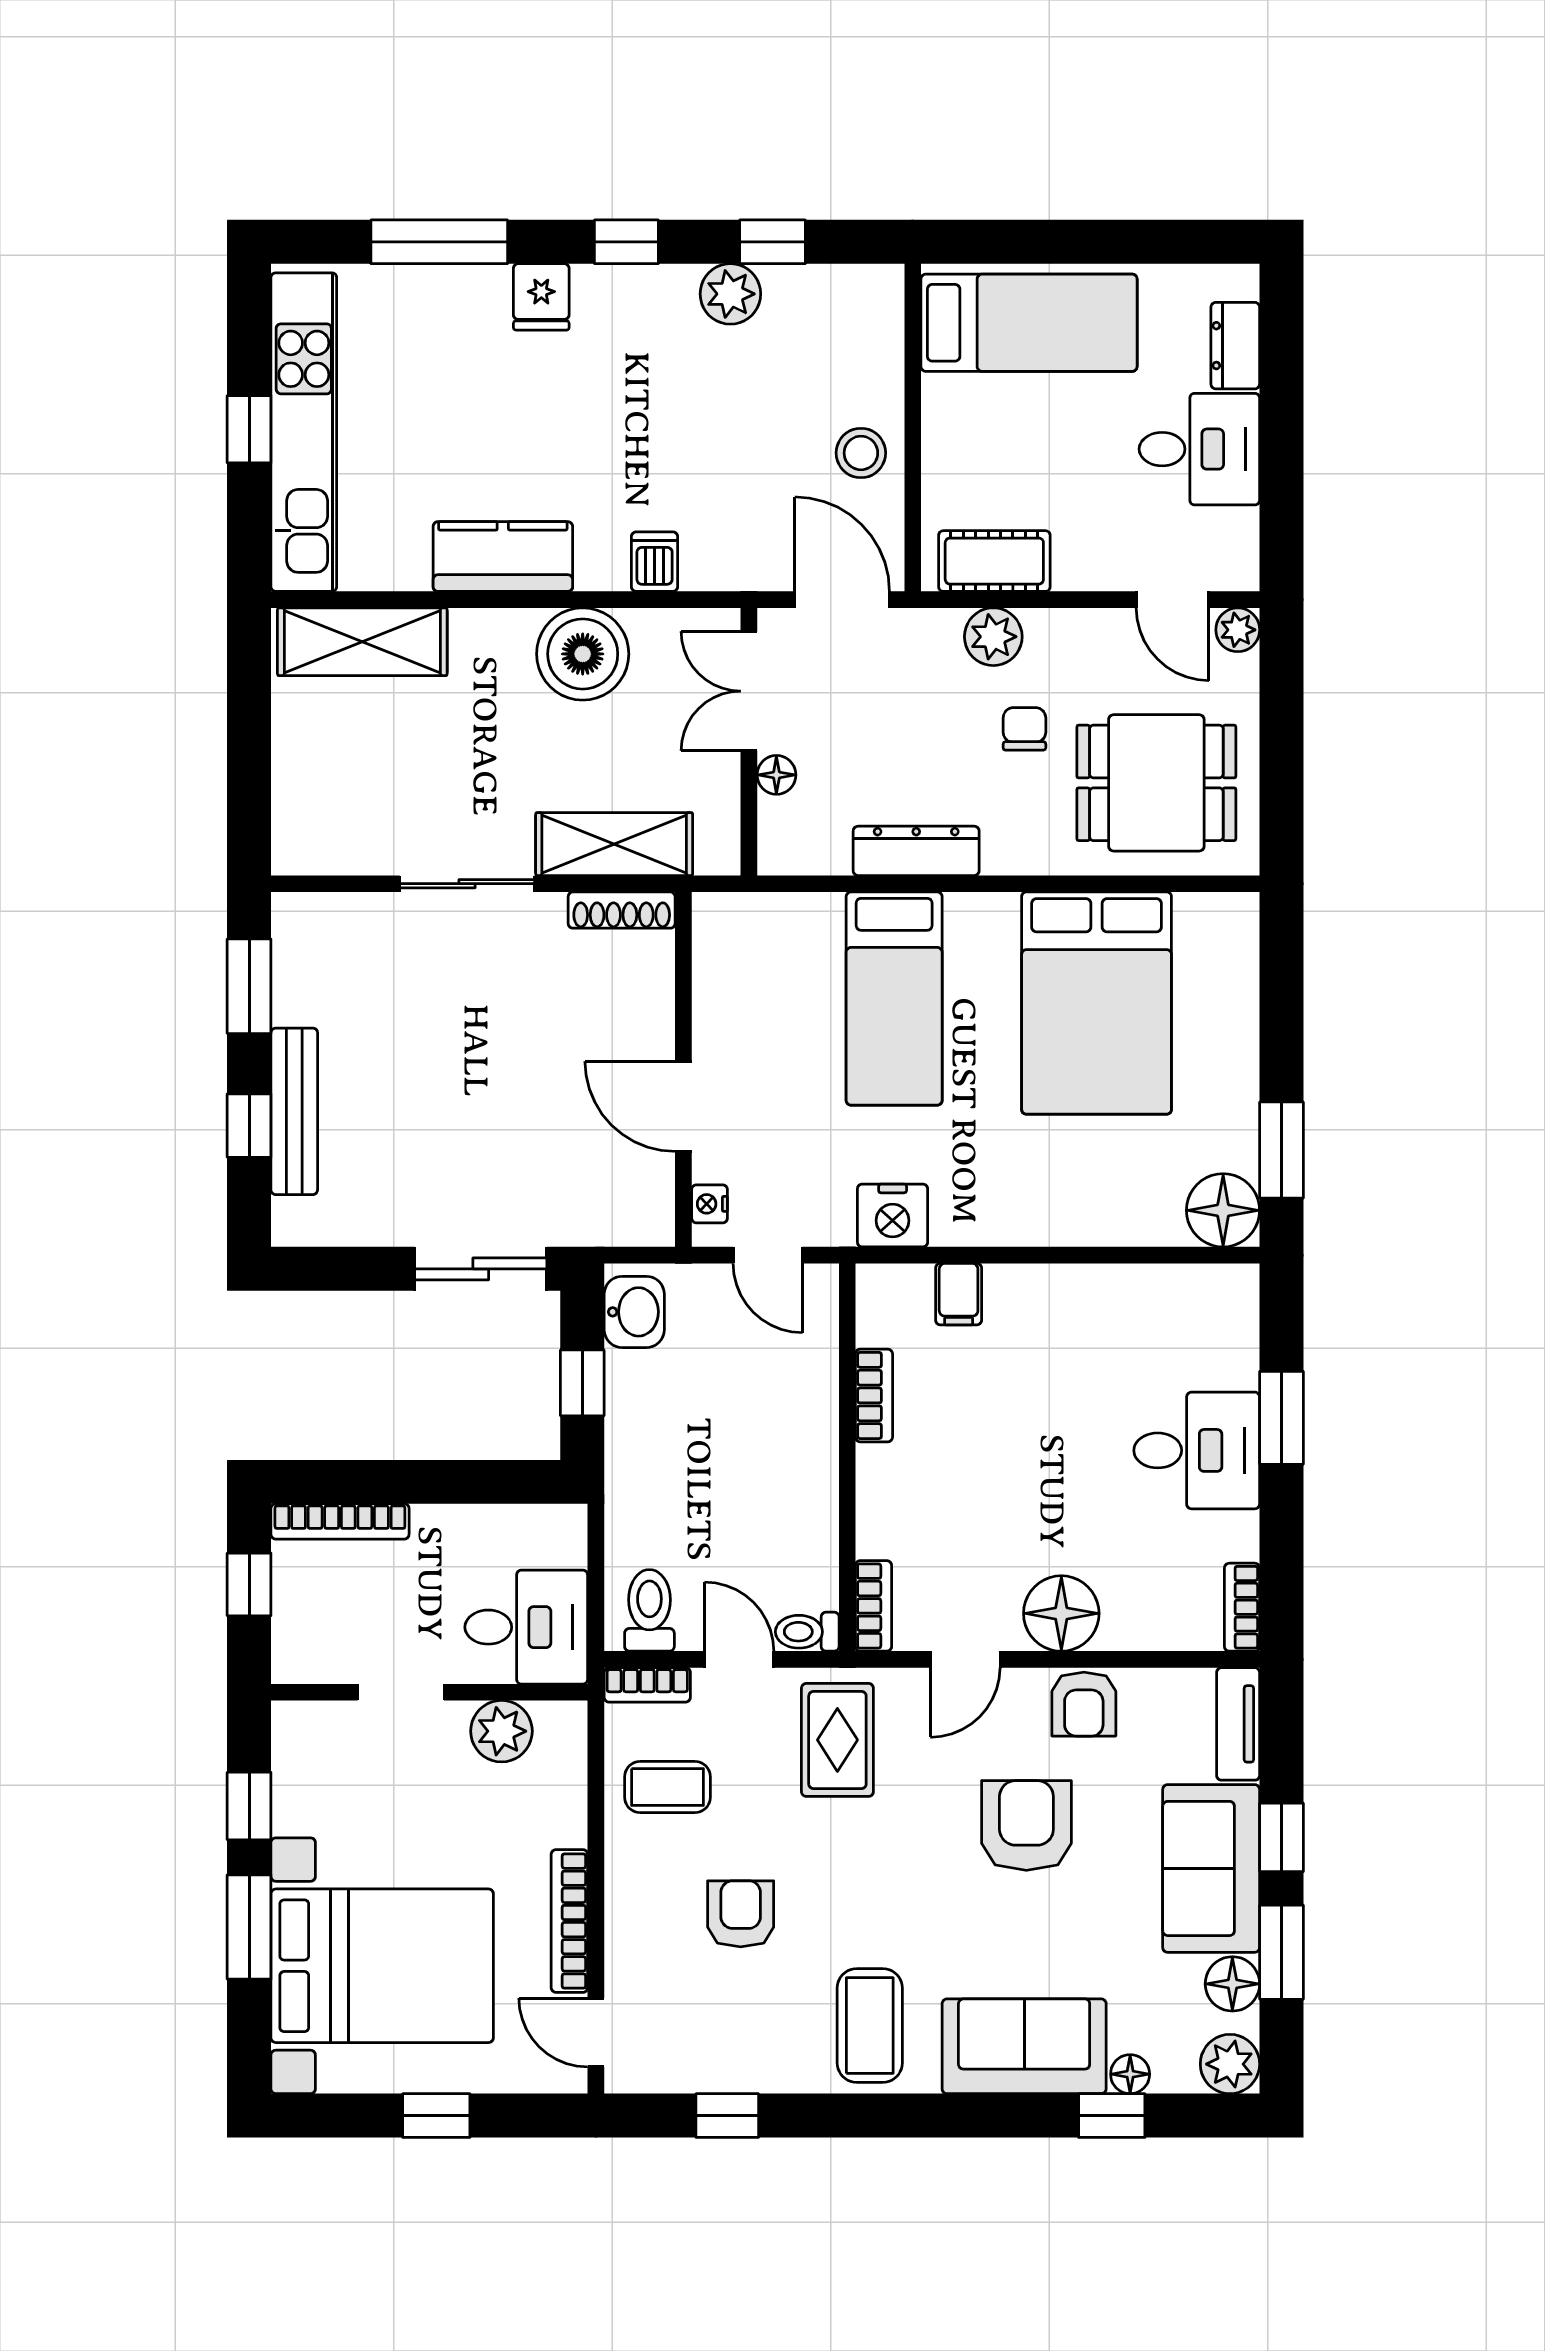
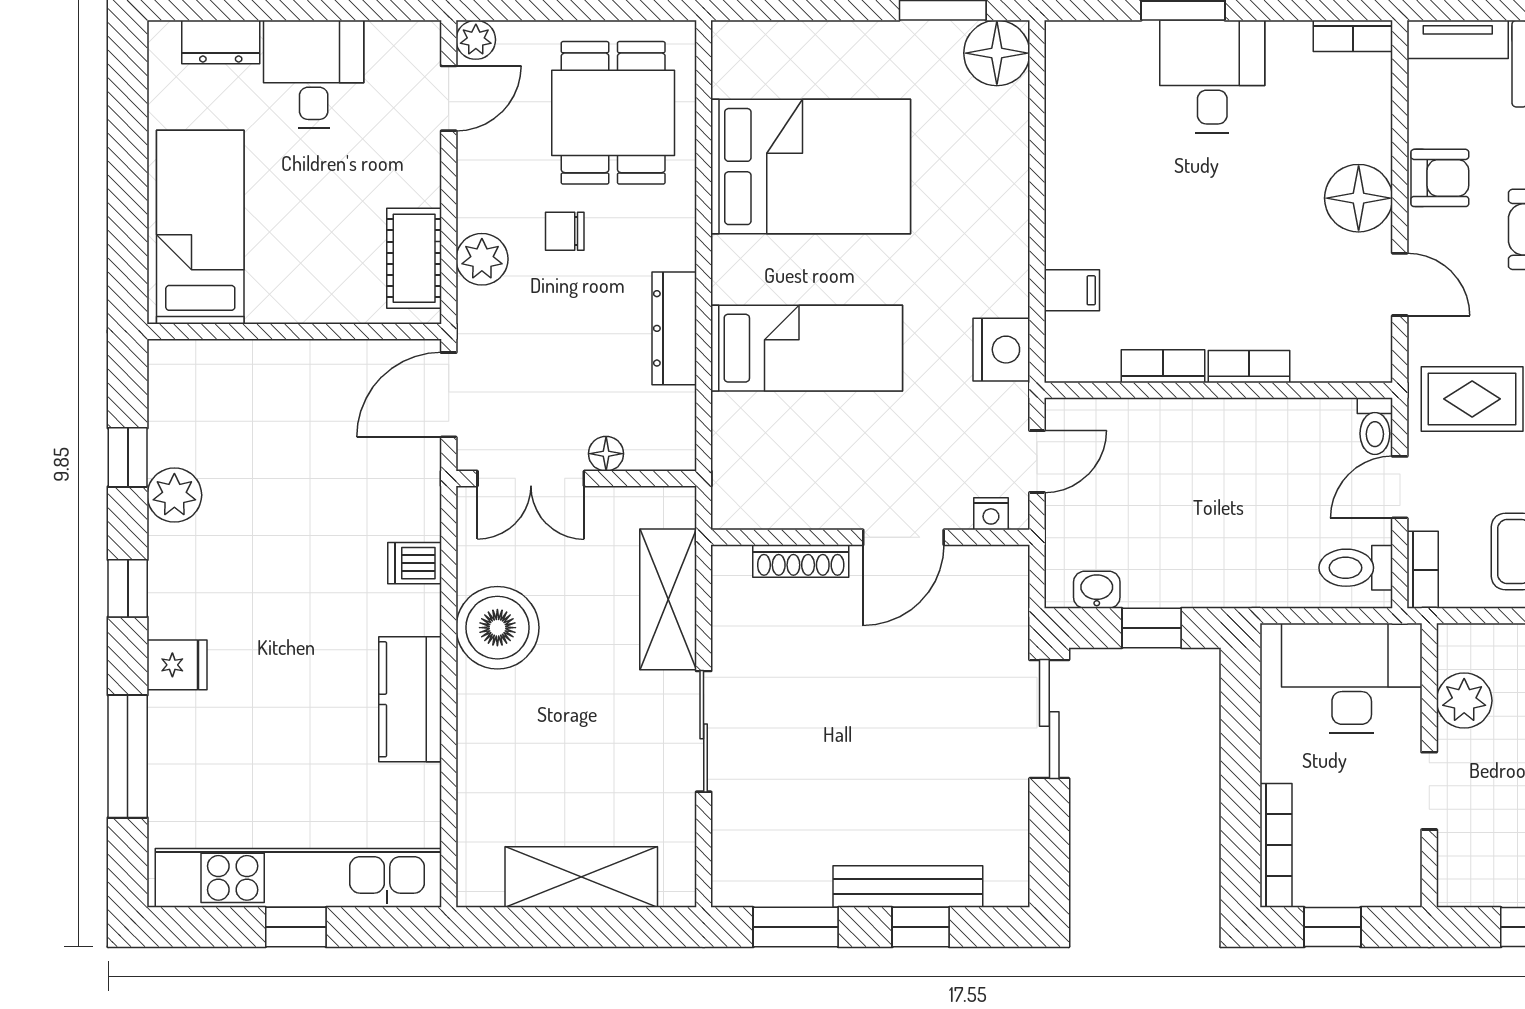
stool: (861, 453) -> (317, 378), removed
shelving: (362, 642) -> (581, 877), moved, turned 90
shoe rack: (622, 910) -> (801, 561), moved, turned 90
washbasin: (634, 1312) -> (1097, 590), width x0.72, depth x0.69
bookcase: (874, 1606) -> (1249, 367), moved
desk: (526, 1627) -> (1352, 678), width x1.37

